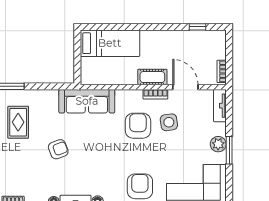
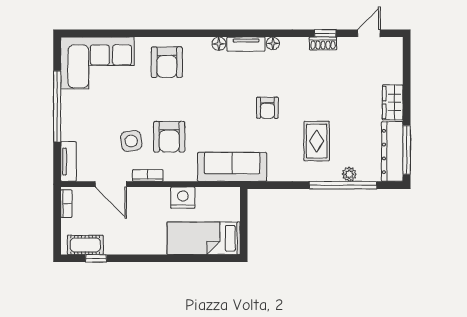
nightstand: (127, 76) -> (183, 198), added
cot: (152, 77) -> (85, 245), moved
plant: (218, 144) -> (70, 114), removed
armchair: (58, 149) -> (267, 108), turned -69
window: (229, 150) -> (57, 106), width x2.11

